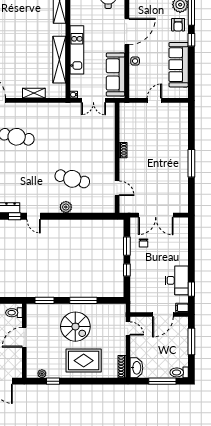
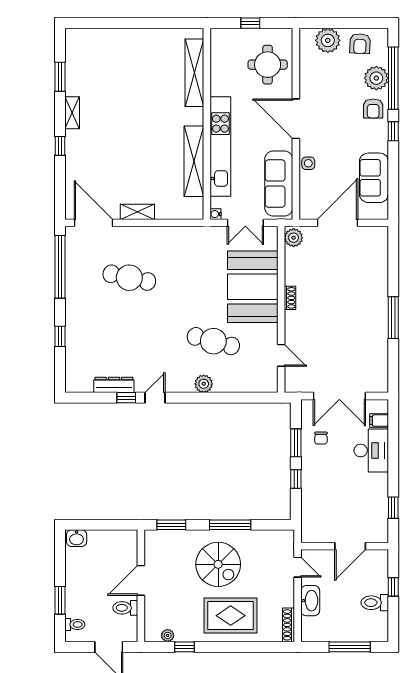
door: (127, 32) -> (296, 119), swing flipped
kitchen unit: (77, 50) -> (220, 147), width x1.36
sofa: (179, 65) -> (374, 178), width x0.73
shelving: (34, 93) -> (137, 212), moved
door: (154, 100) -> (338, 223), width x1.88
plant: (125, 110) -> (294, 238), added
booth: (98, 143) -> (253, 287), added
door: (34, 216) -> (155, 398), swing flipped
desk: (177, 280) -> (371, 450), moved
filing cabinet: (182, 308) -> (379, 421), moved
toilet: (14, 313) -> (125, 608), moved
window: (191, 341) -> (393, 587), width x0.46
washbasin: (136, 368) -> (310, 601), moved
toilet: (179, 372) -> (375, 603), moved

